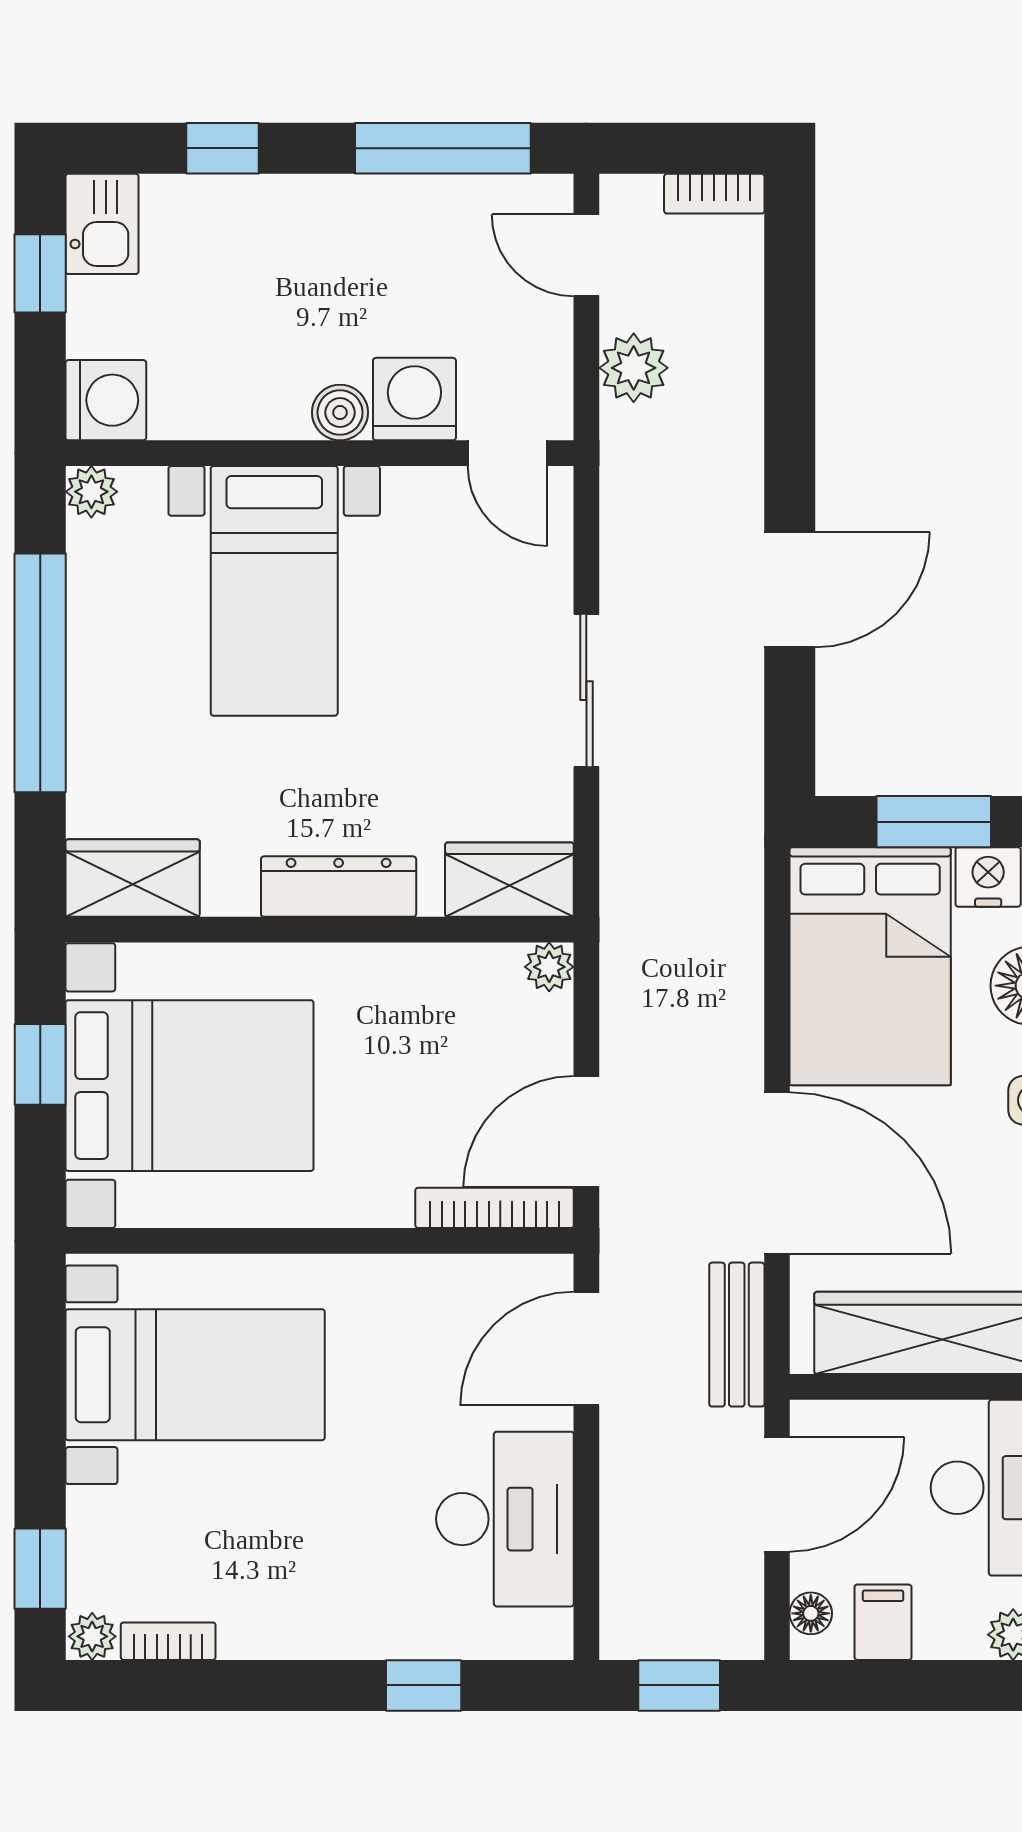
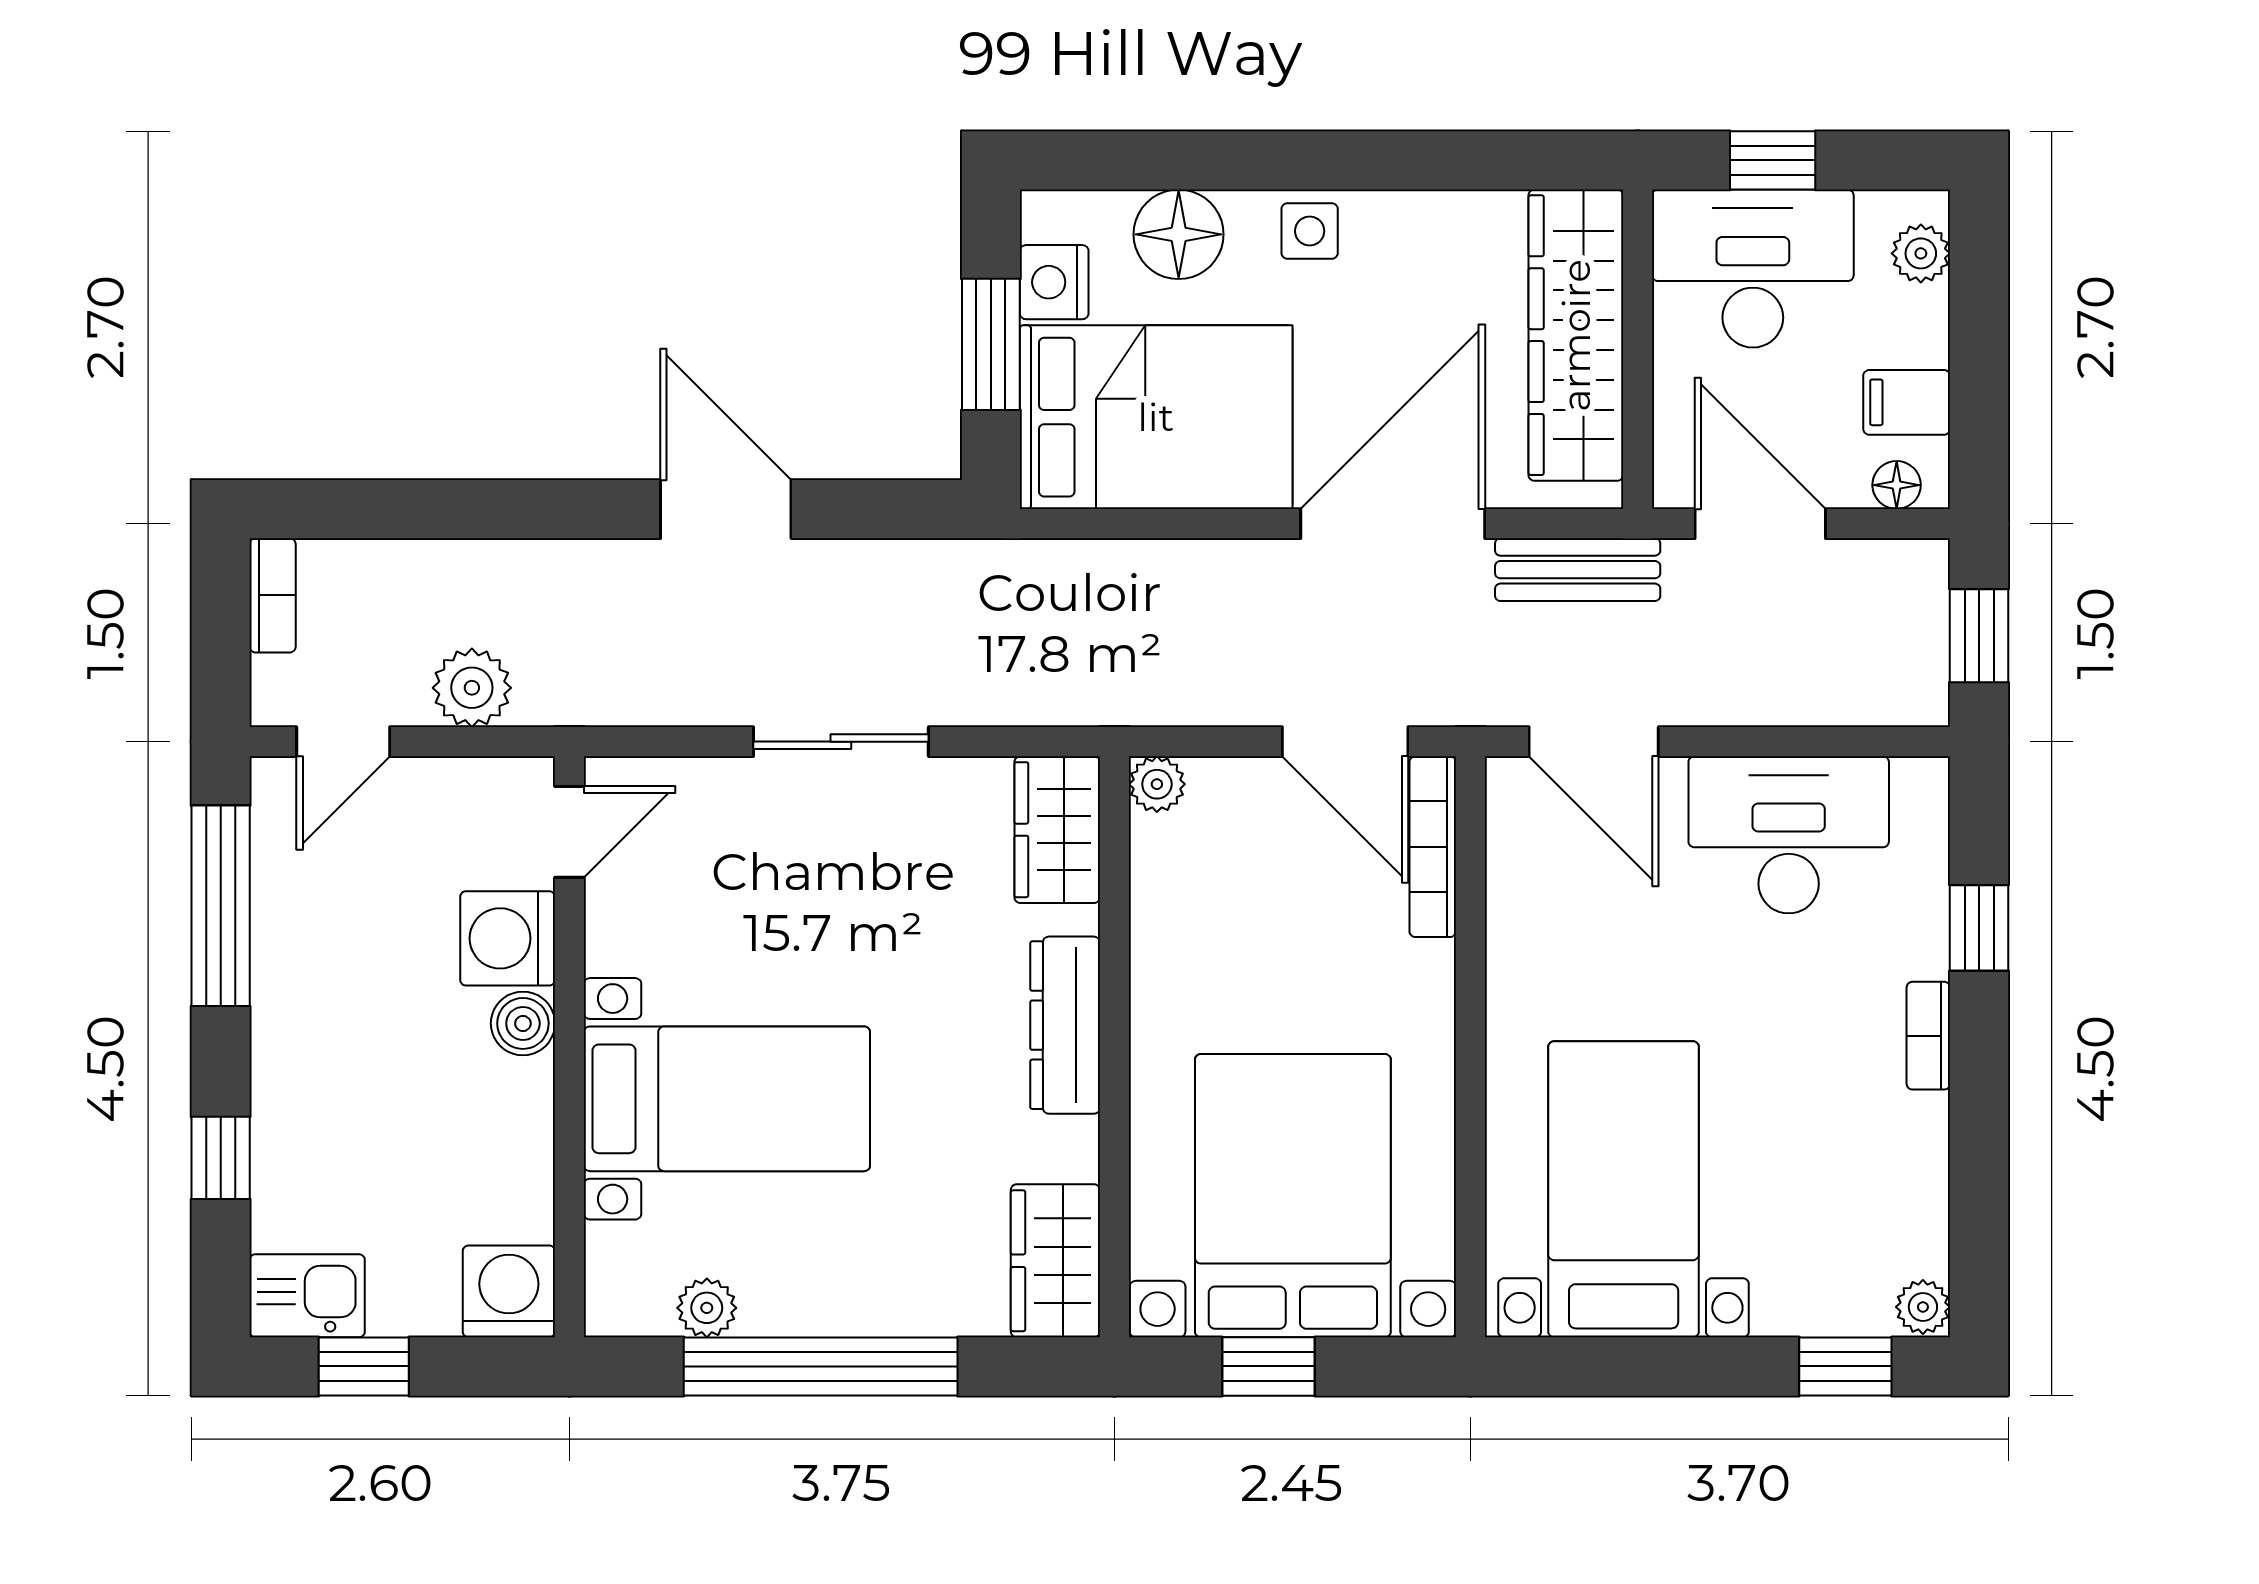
plant: (91, 492) -> (707, 1308), moved
bookcase: (168, 1641) -> (1928, 1036), moved

